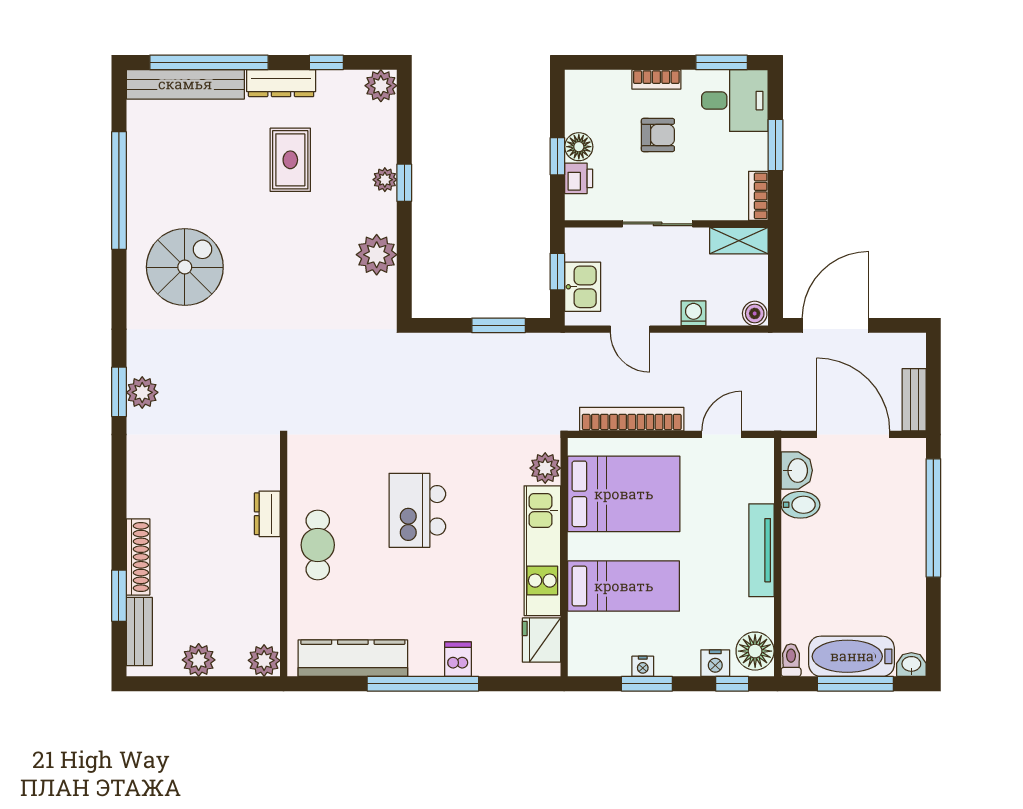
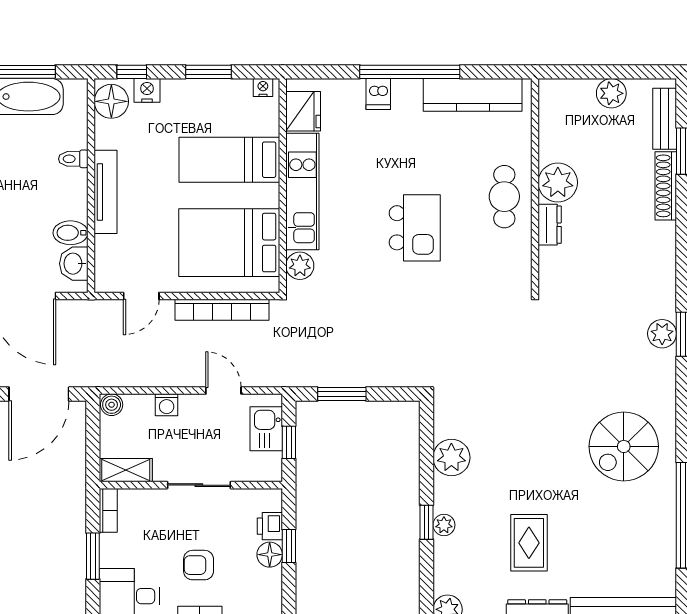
plant: (264, 660) -> (558, 183), moved, width x1.36, depth x1.36
toilet: (791, 660) -> (73, 159), moved, turned 90
nightstand: (643, 666) -> (263, 88), moved

